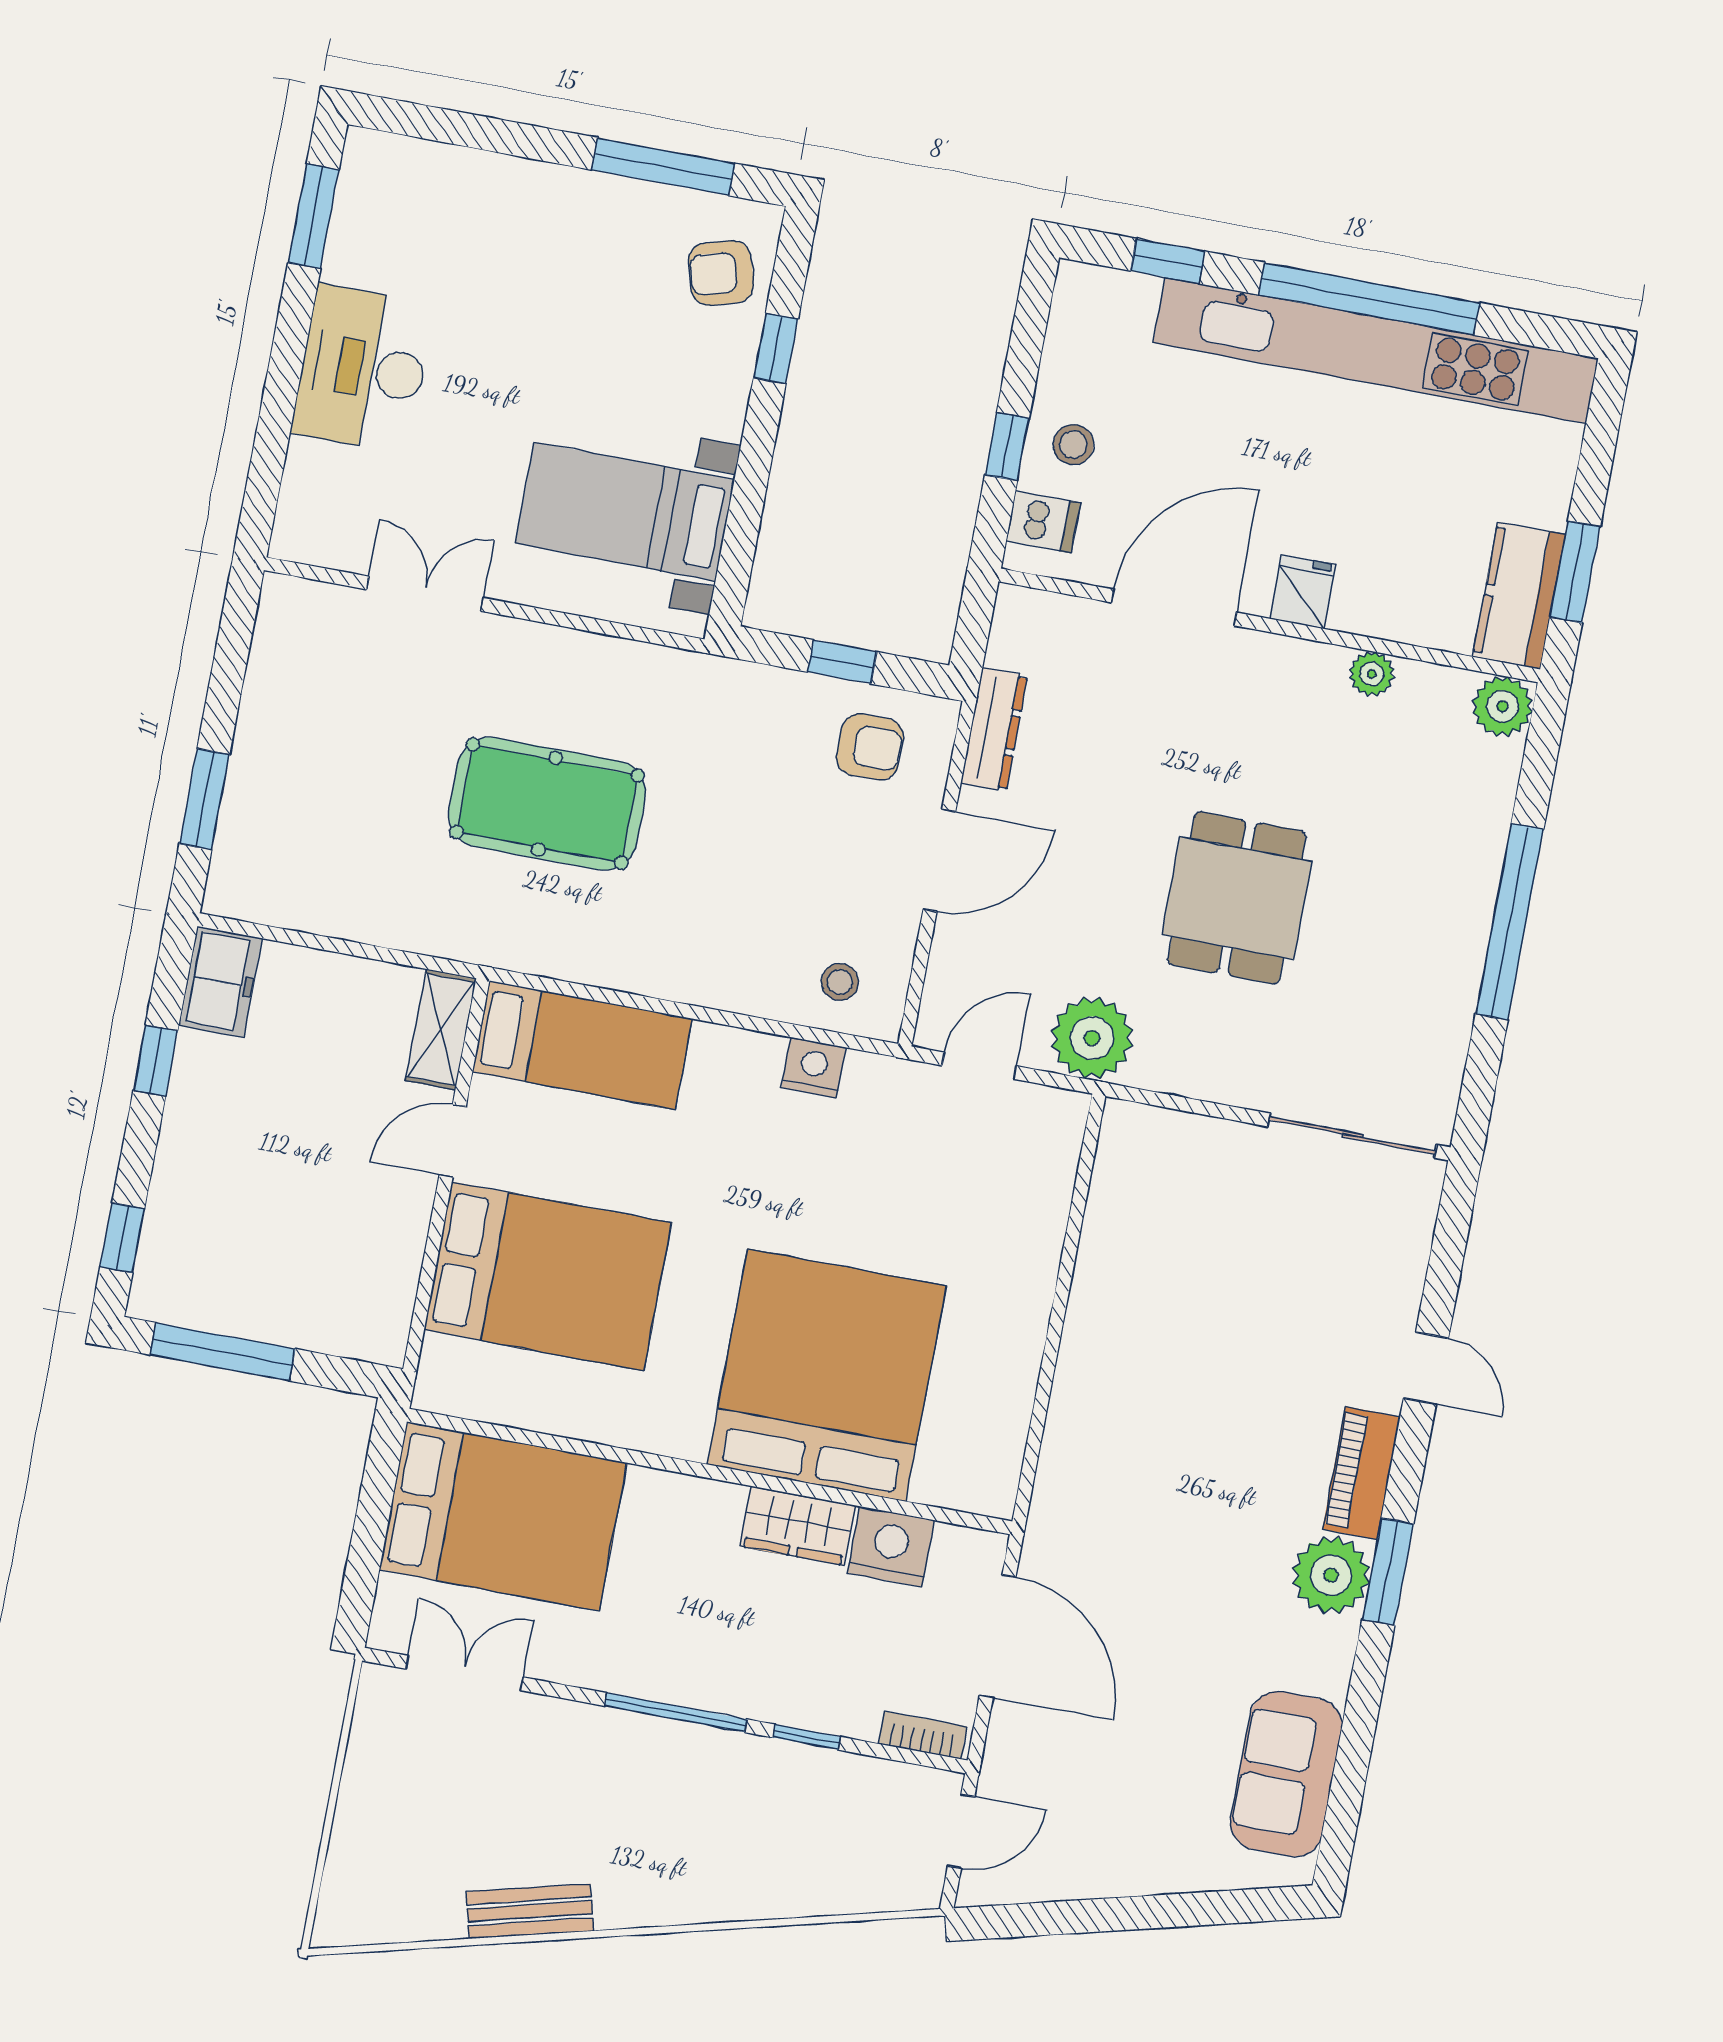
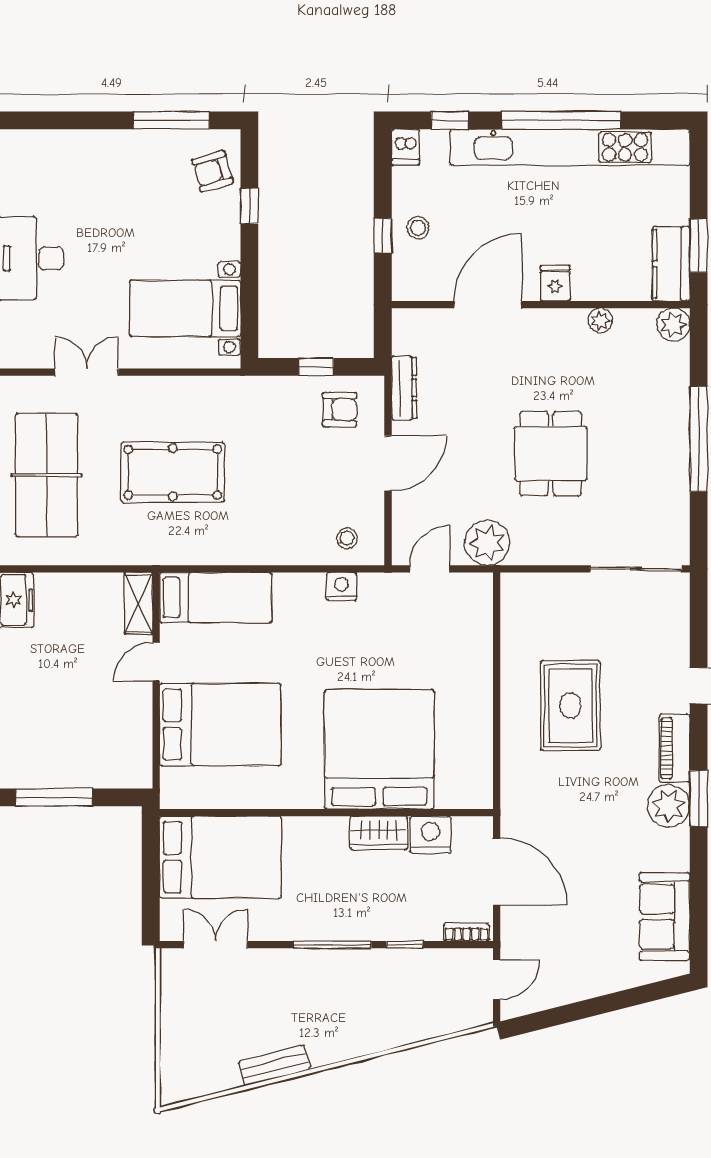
dishwasher: (1043, 522) -> (405, 147), moved, turned 90
table tennis table: (318, 766) -> (47, 475), added
rug: (1188, 1361) -> (571, 706), added

